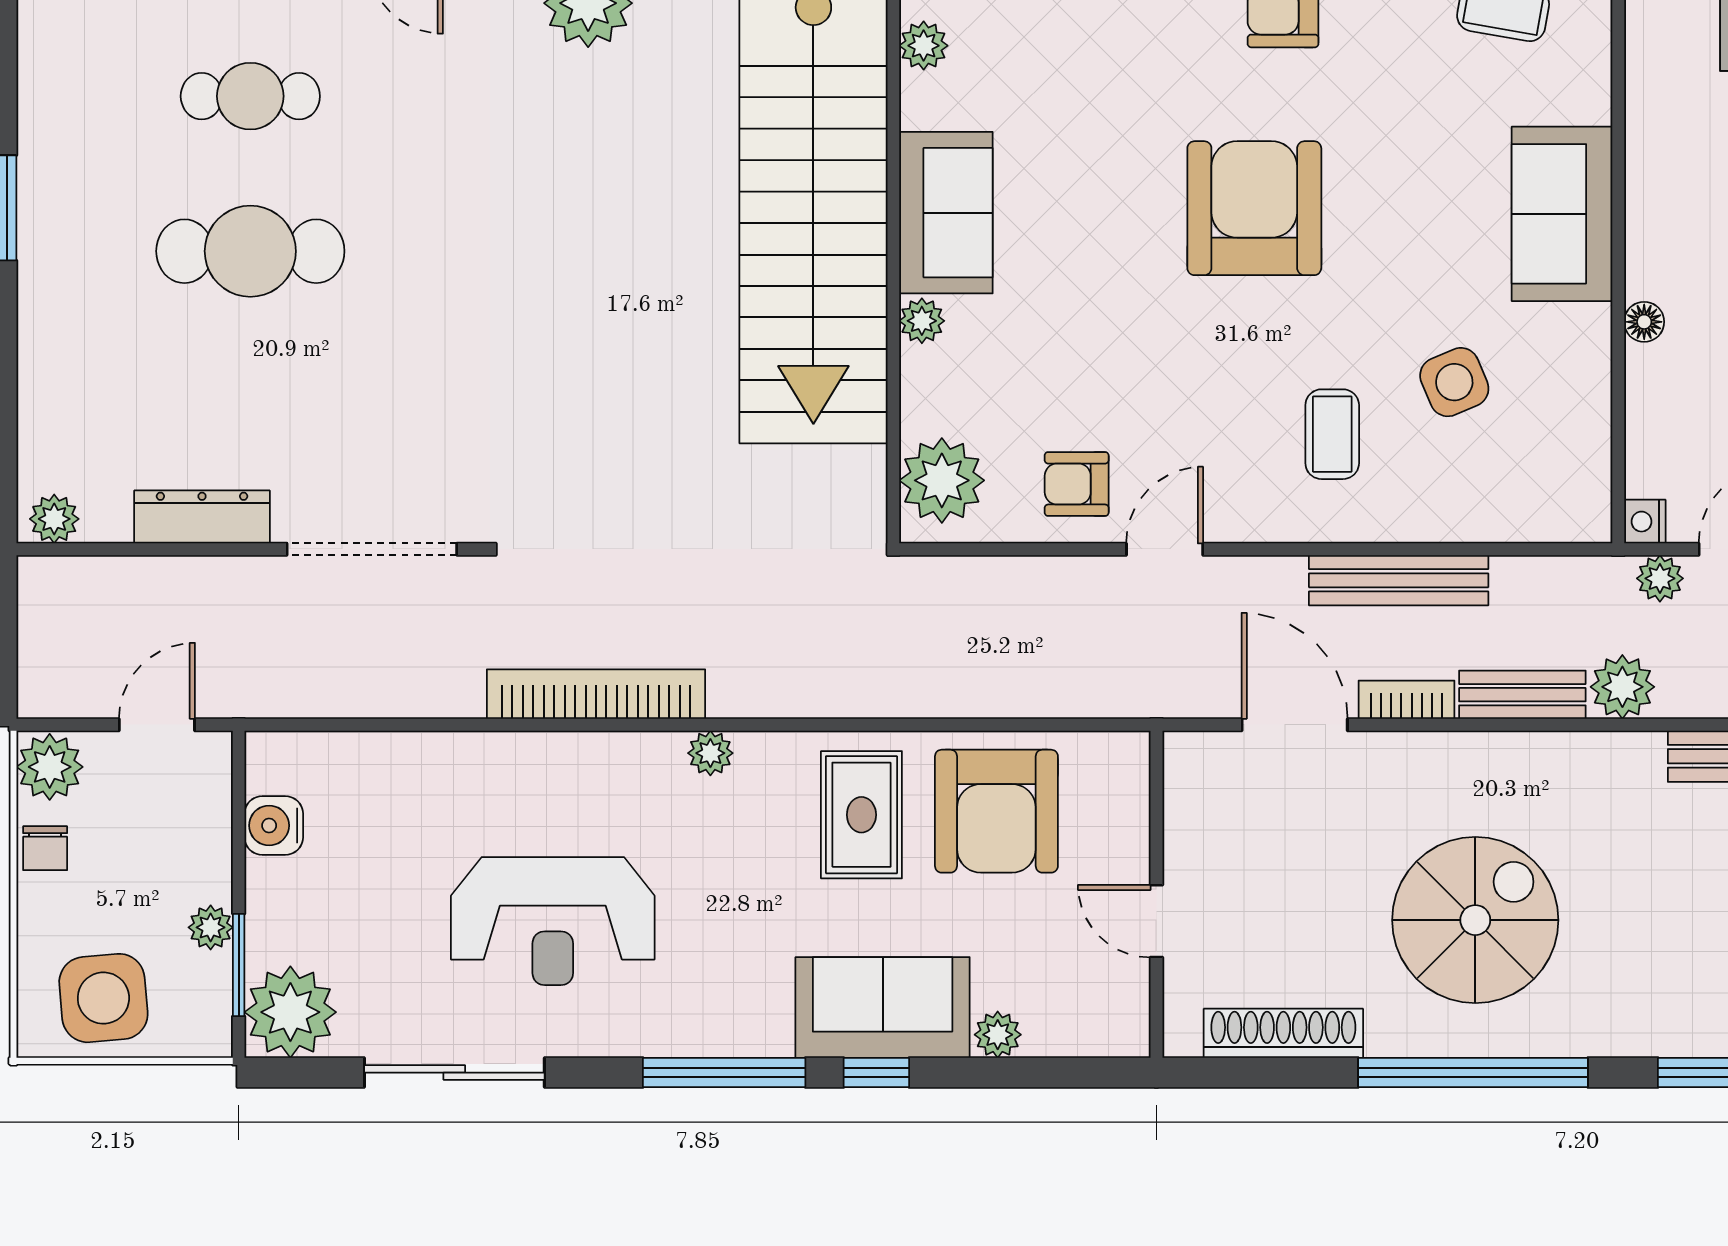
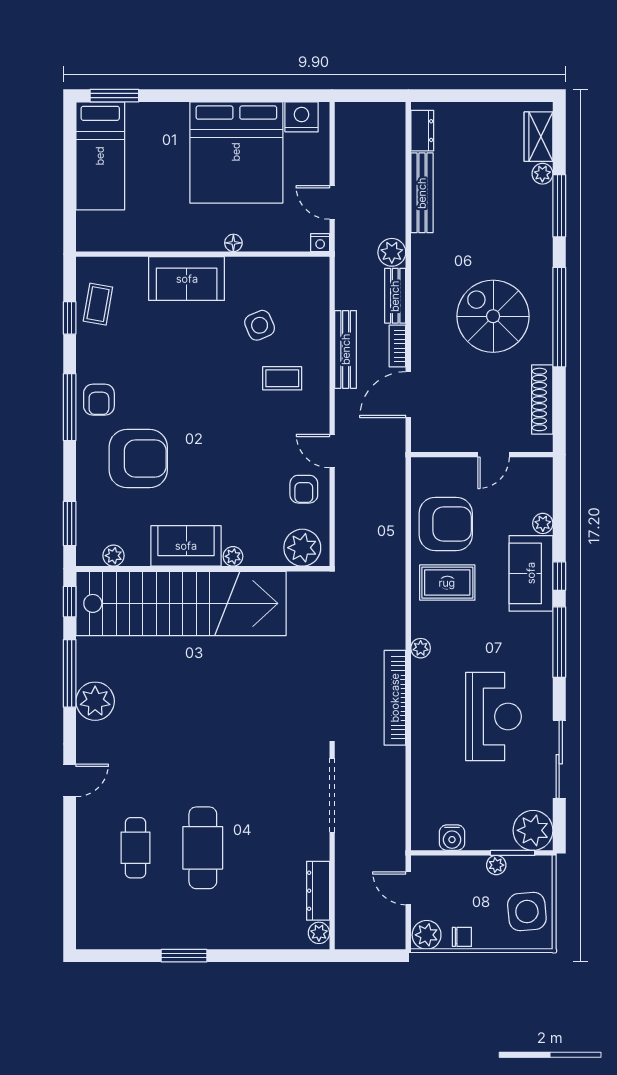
armchair: (1254, 208) -> (138, 459), moved, turned 180
dresser: (202, 517) -> (318, 891), moved
plant: (1660, 578) -> (345, 236), removed

